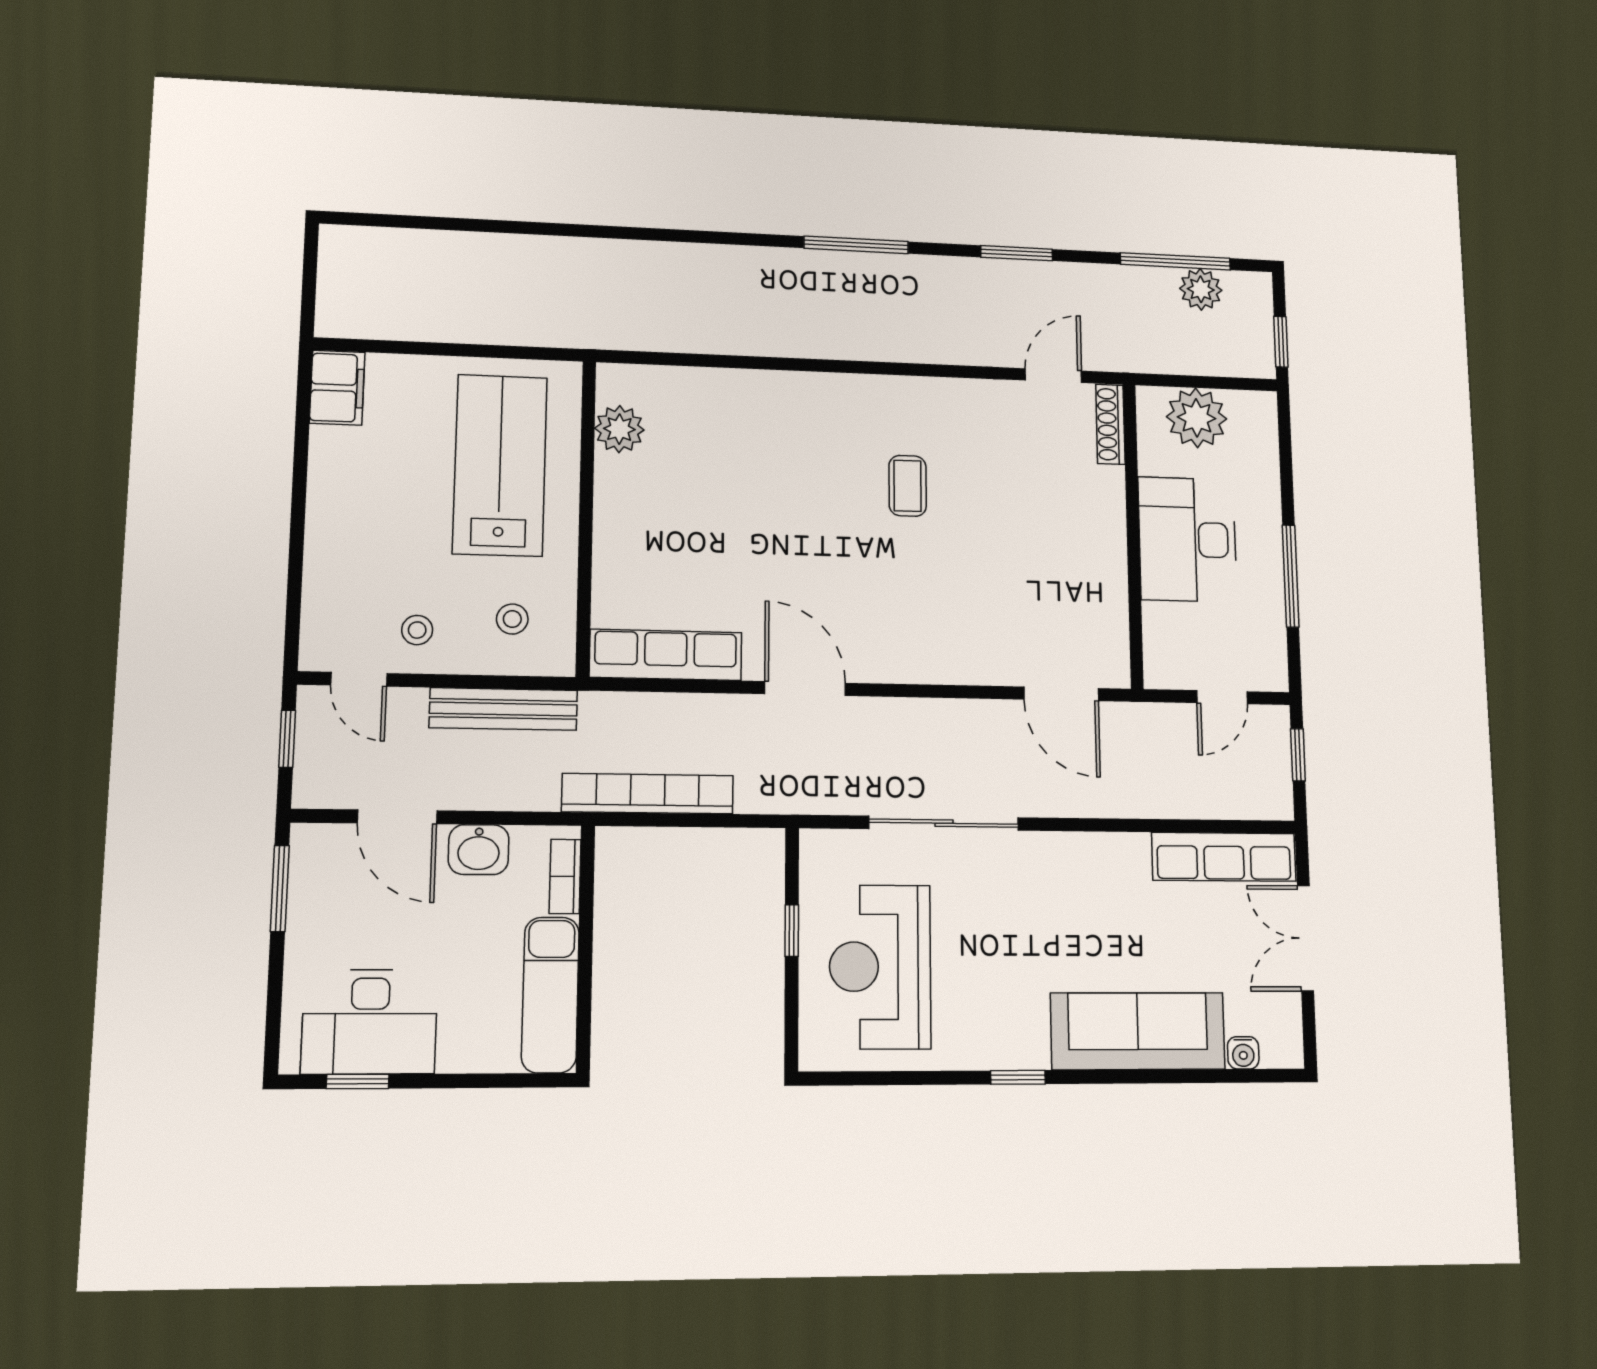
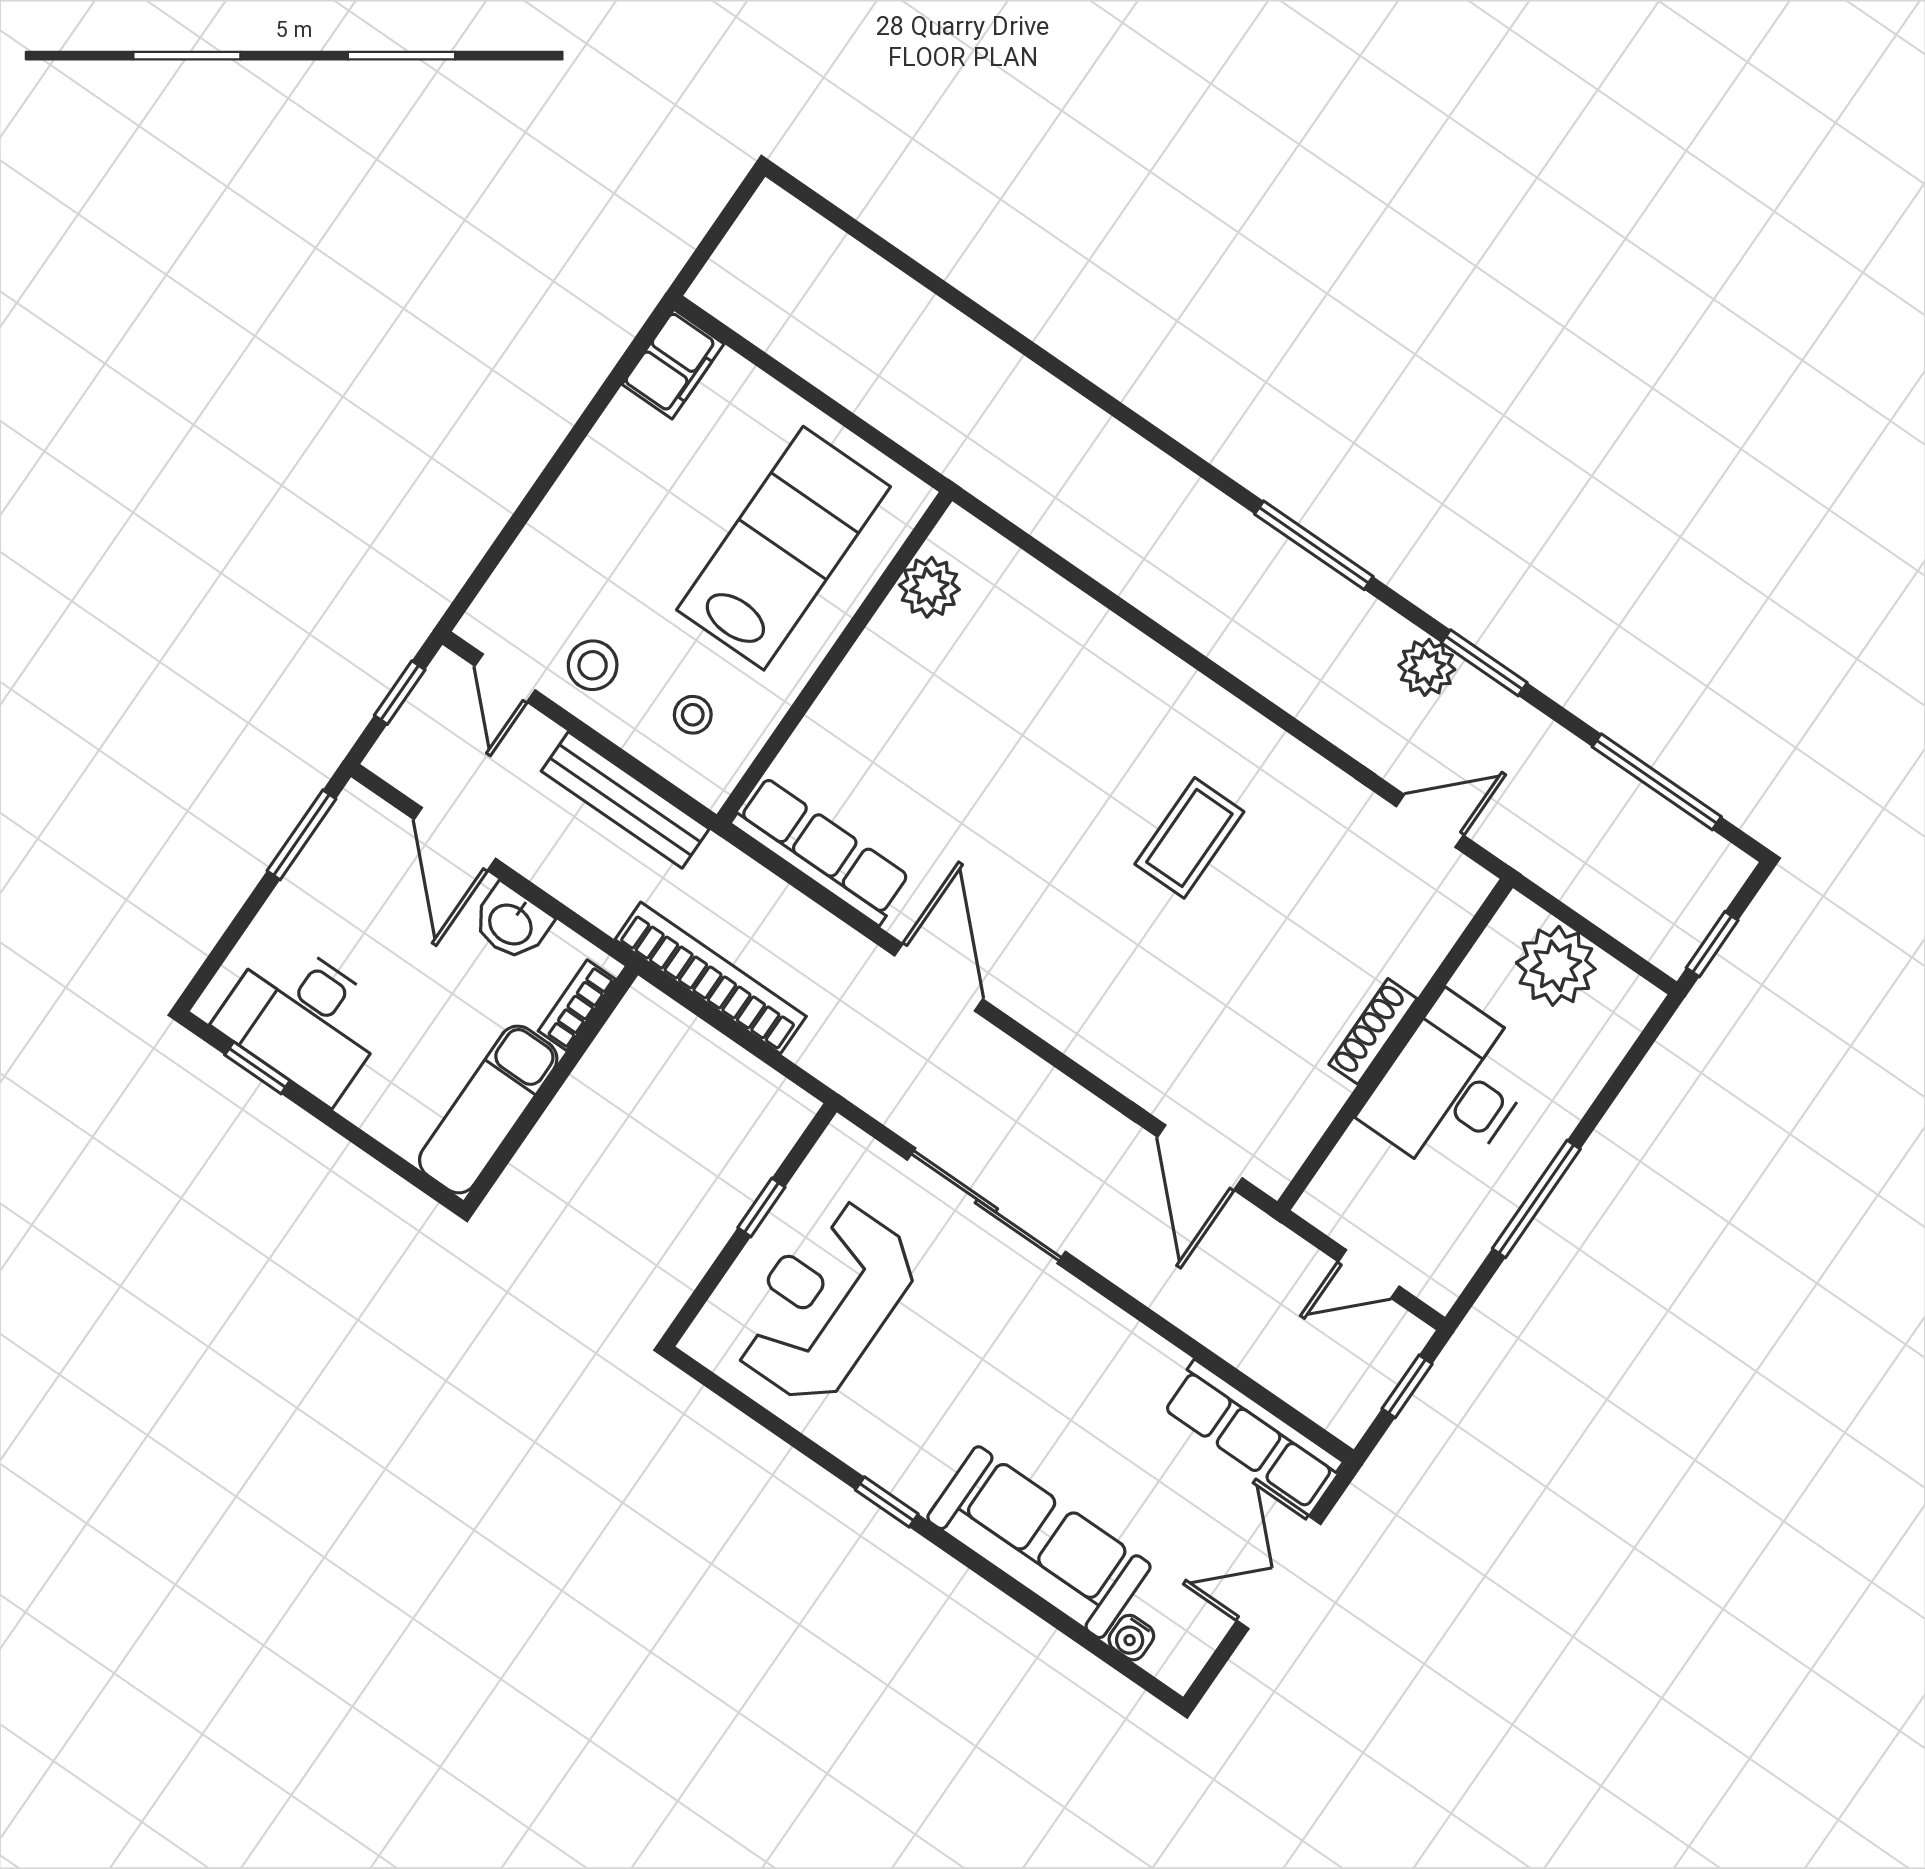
plant: (1201, 289) -> (1427, 667), moved
shoe rack: (1110, 424) -> (1373, 1031), moved
coffee table: (908, 486) -> (1189, 838), width x1.36, depth x1.30
stool: (417, 630) -> (593, 665), width x1.37, depth x1.37

